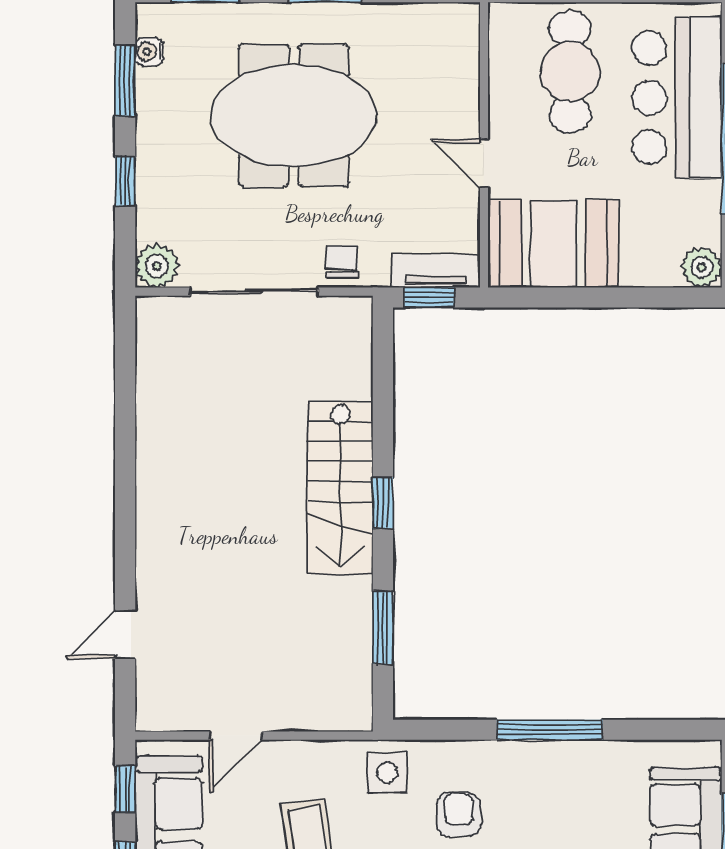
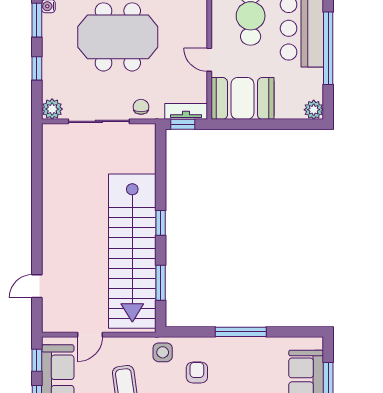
stairs: (340, 487) -> (132, 251), width x1.86, depth x1.51

